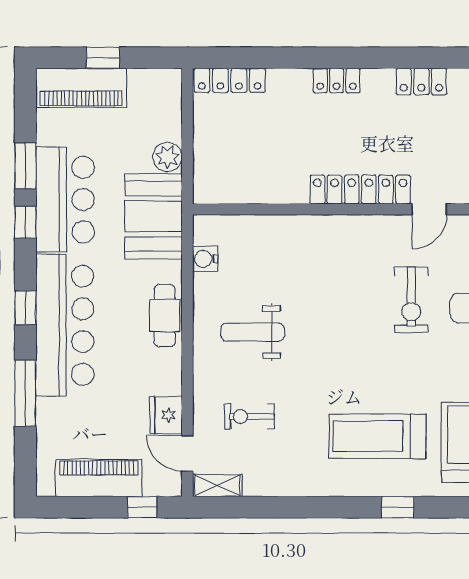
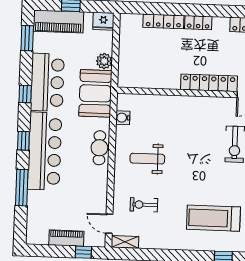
locker: (230, 80) -> (163, 21), moved
window: (25, 166) -> (27, 38), moved
fridge: (166, 415) -> (103, 21), moved, turned -90
piano: (99, 478) -> (66, 238), width x0.73, depth x0.75

